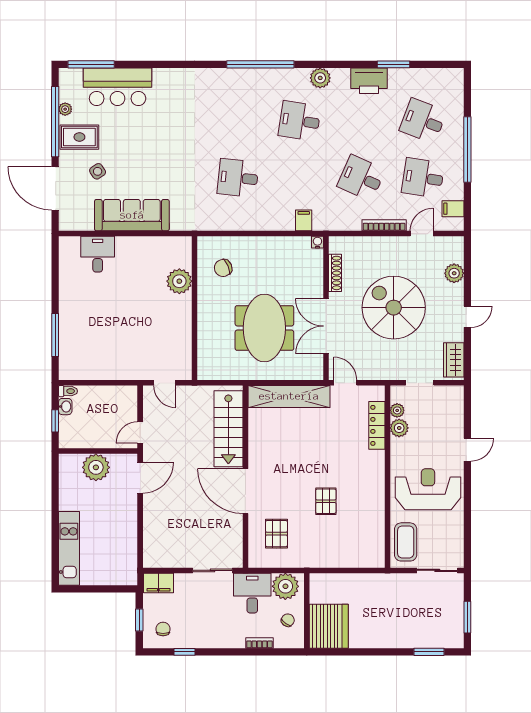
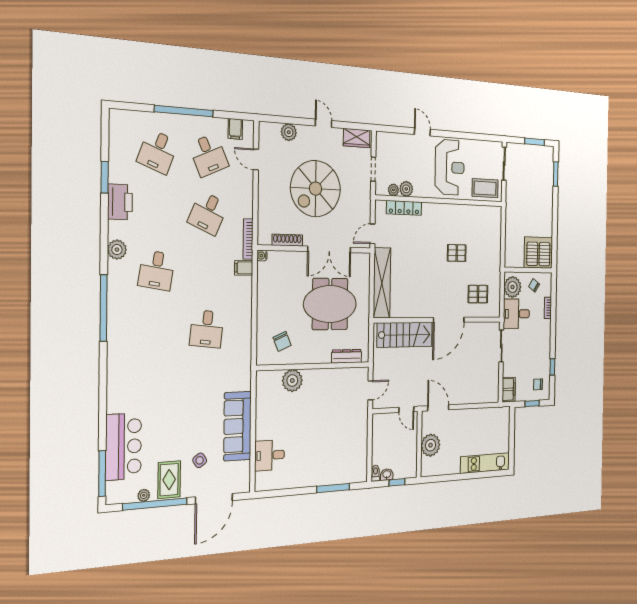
desk: (423, 178) -> (208, 155), turned -33
bookcase: (384, 225) -> (248, 239), moved
dresser: (205, 350) -> (347, 356), added
reception desk: (428, 489) -> (450, 167), turned 180

